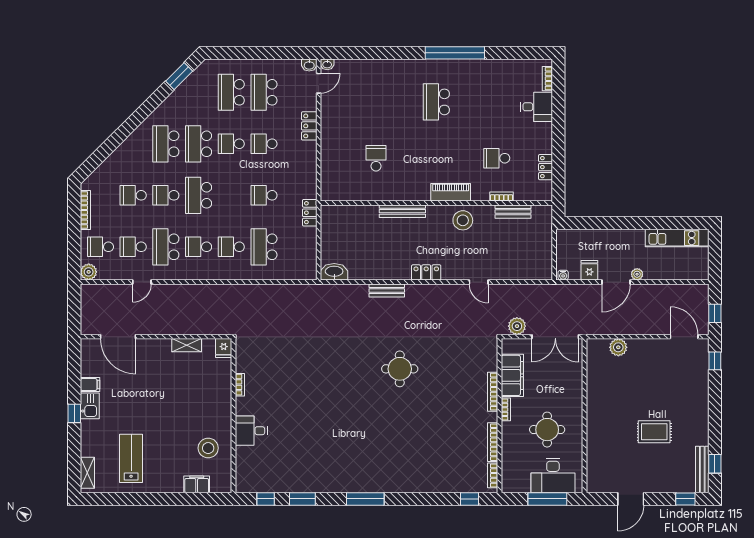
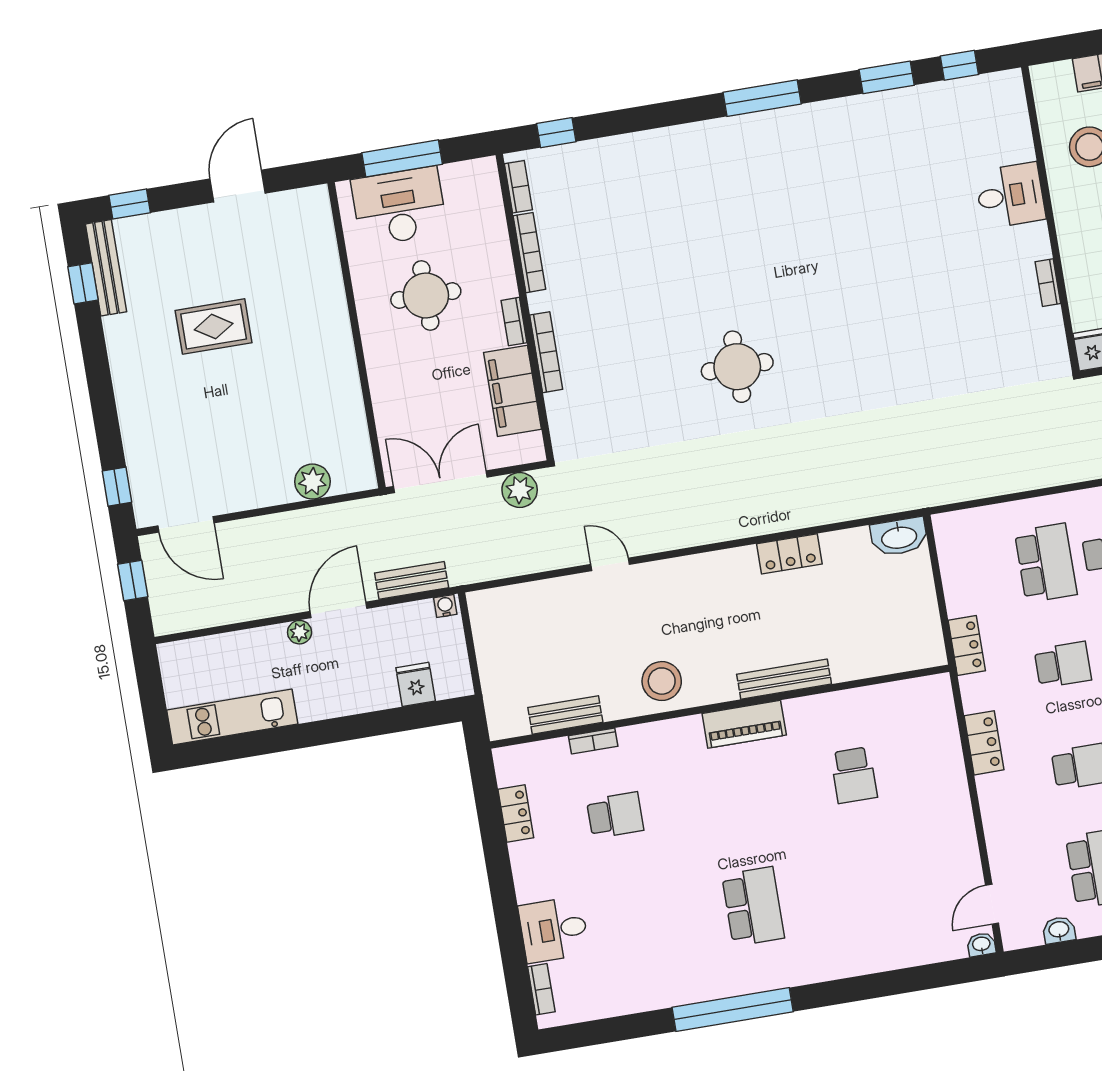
washbasin: (309, 65) -> (1059, 930), moved
locker: (309, 126) -> (984, 743), moved
piano: (451, 192) -> (744, 724), moved
fridge: (589, 270) -> (416, 684), moved, turned 180
locker: (426, 272) -> (789, 554), moved
bench: (387, 291) -> (412, 580), moved

